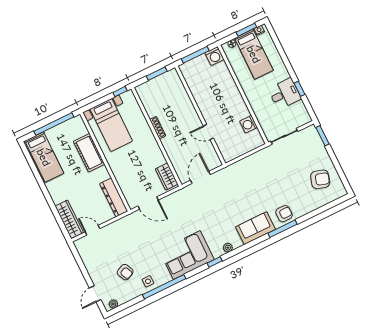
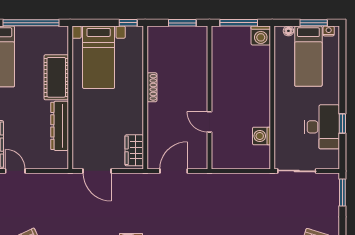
desk: (285, 94) -> (322, 127), width x1.37
dresser: (114, 197) -> (60, 126), moved

